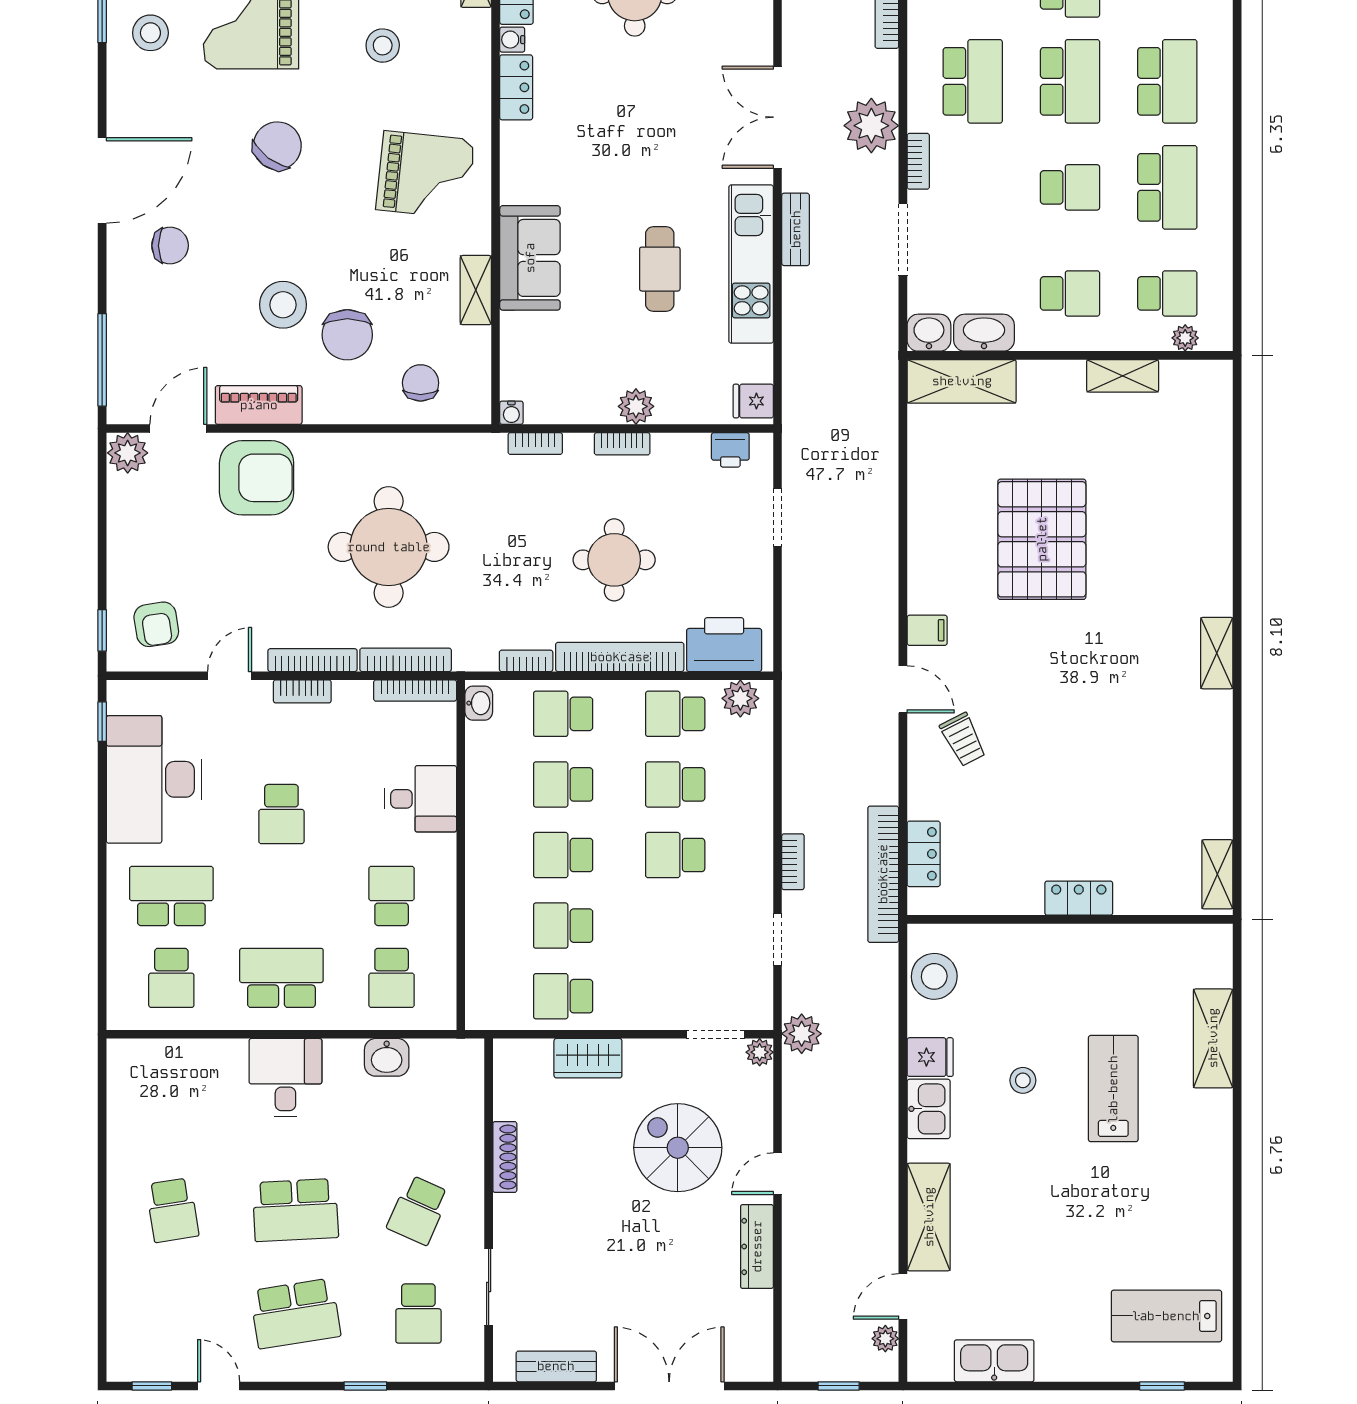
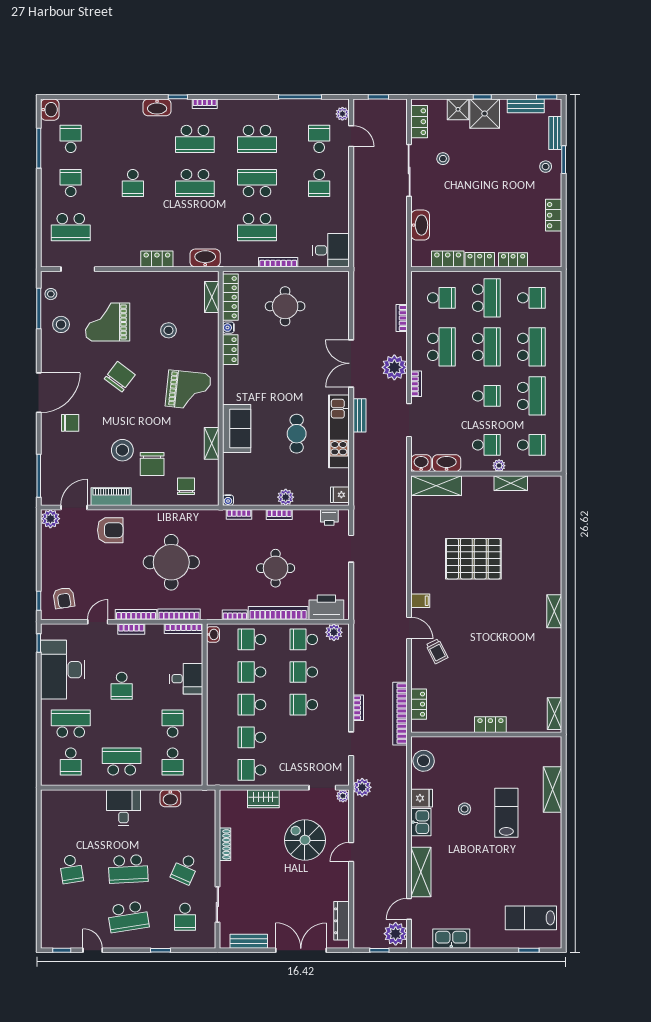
plant: (1185, 338) -> (499, 466), moved
armchair: (257, 478) -> (110, 530), width x0.73, depth x0.73
pallet: (1042, 539) -> (473, 559), turned 90
dresser: (757, 1246) -> (342, 921), moved
plant: (885, 1339) -> (396, 934), width x1.88, depth x1.88

